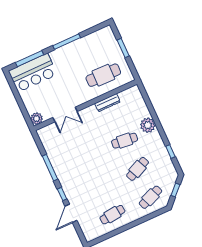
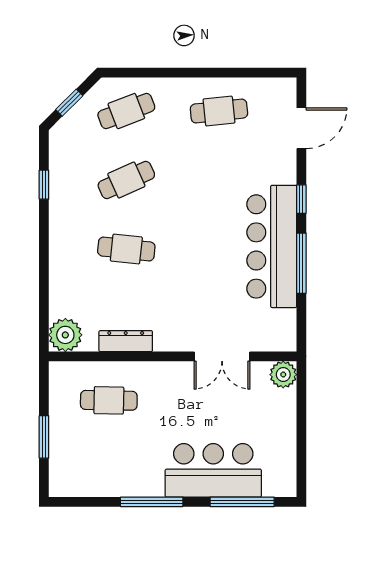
bar counter: (33, 73) -> (213, 470), moved
cafe table: (103, 75) -> (109, 400), width x0.73, depth x0.74
double door: (65, 115) -> (222, 356), swing flipped
plant: (148, 125) -> (65, 335), moved
bar counter: (65, 169) -> (272, 246), added
door: (71, 213) -> (301, 128), moved

